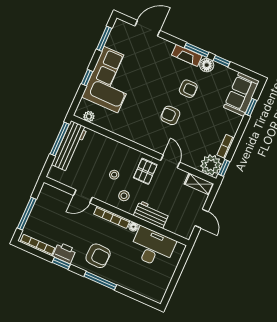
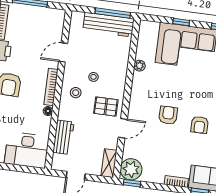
plant: (89, 116) -> (139, 66), moved
bookcase: (226, 146) -> (176, 181), moved
door: (83, 196) -> (63, 52), hinge flipped
workbench: (151, 215) -> (63, 137), moved
desk: (152, 247) -> (27, 150), moved, turned 90

